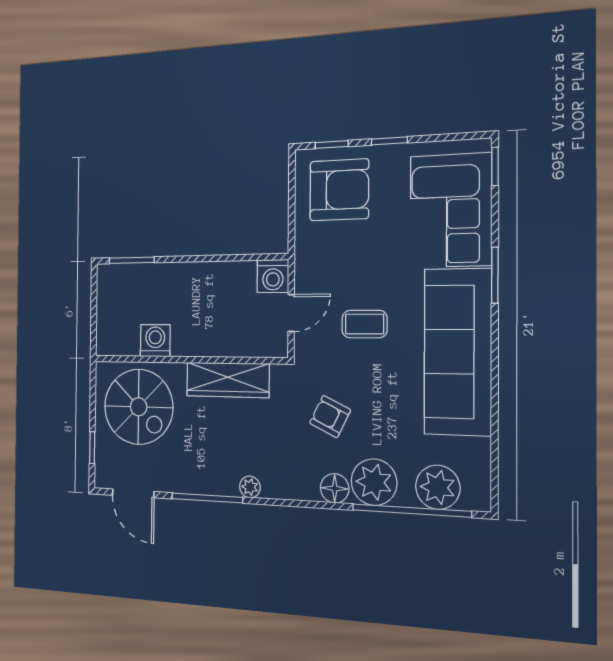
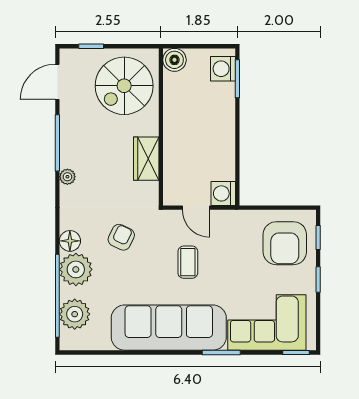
boiler: (109, 341) -> (174, 60), added
washing machine: (155, 341) -> (223, 69), moved, turned 180
wardrobe: (228, 380) -> (146, 159), width x0.67

